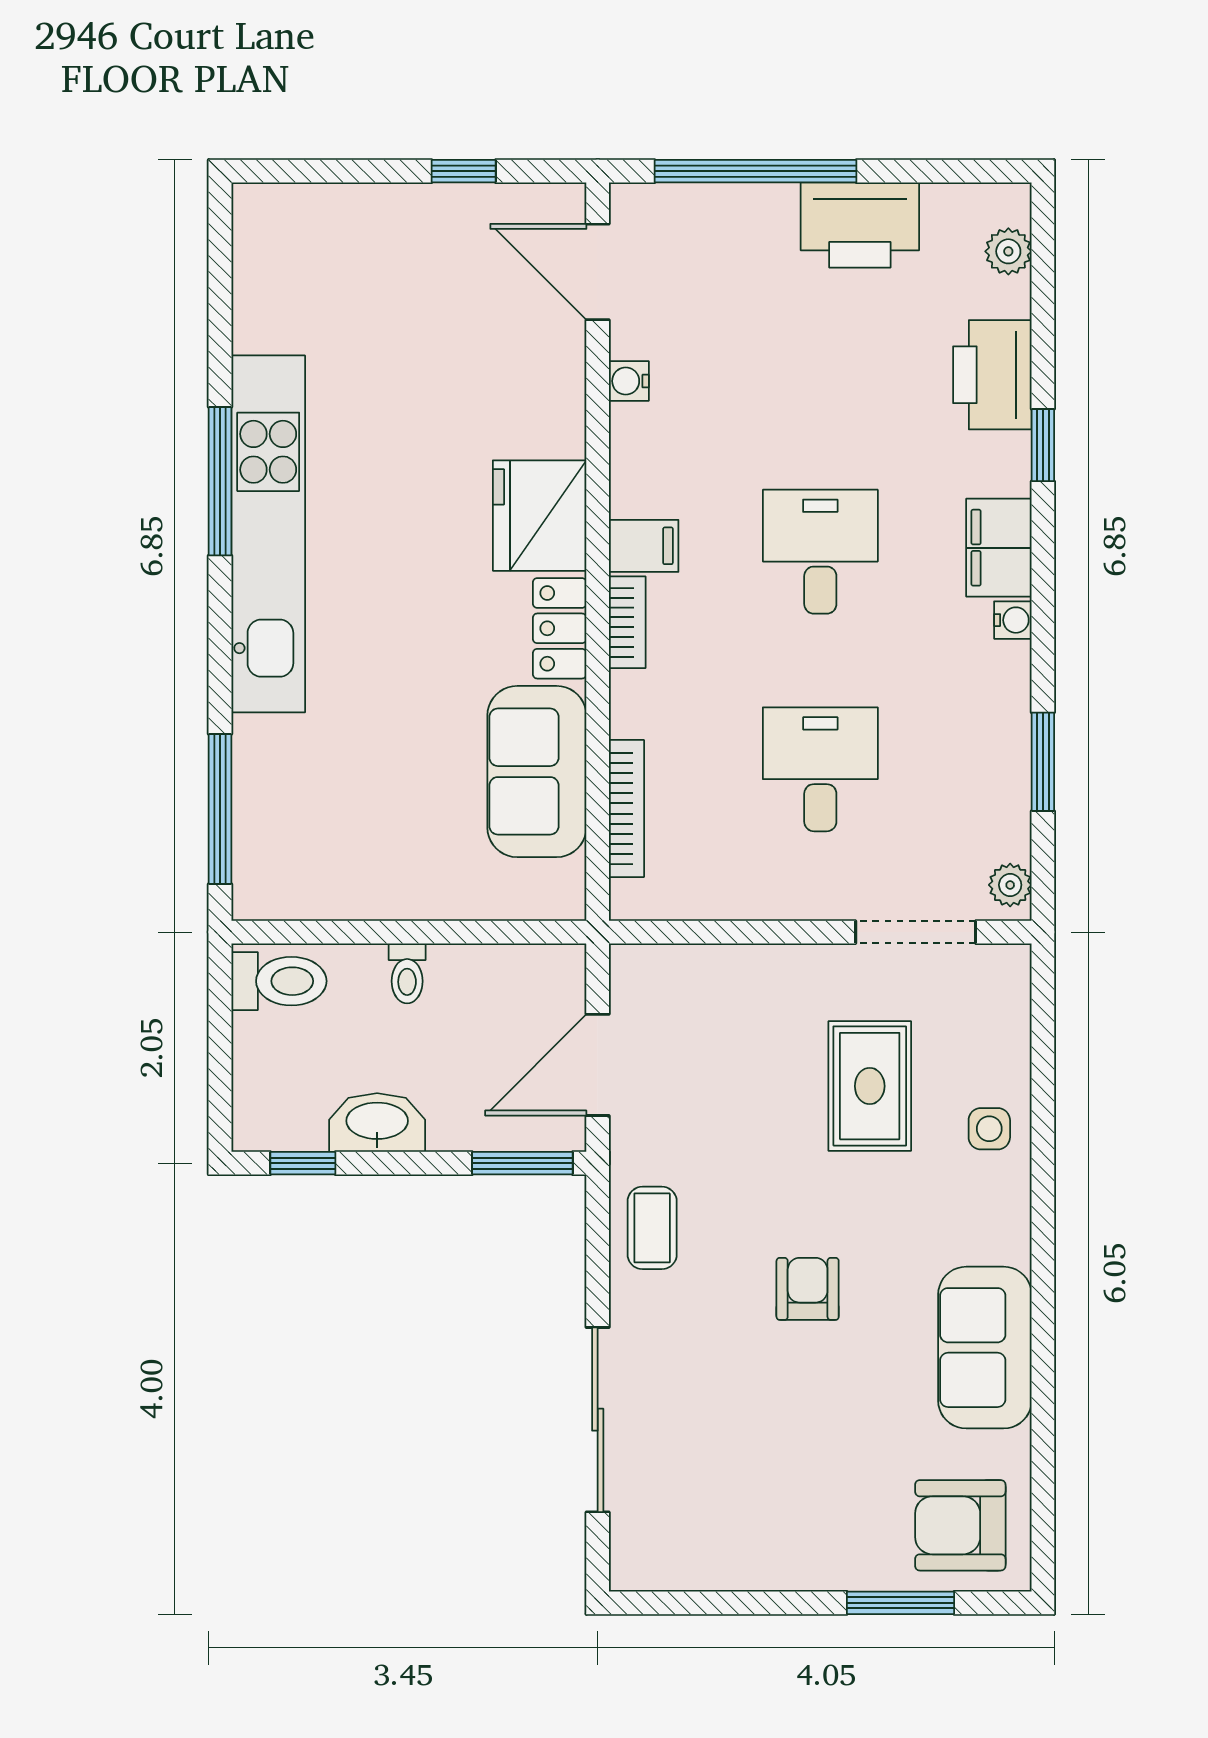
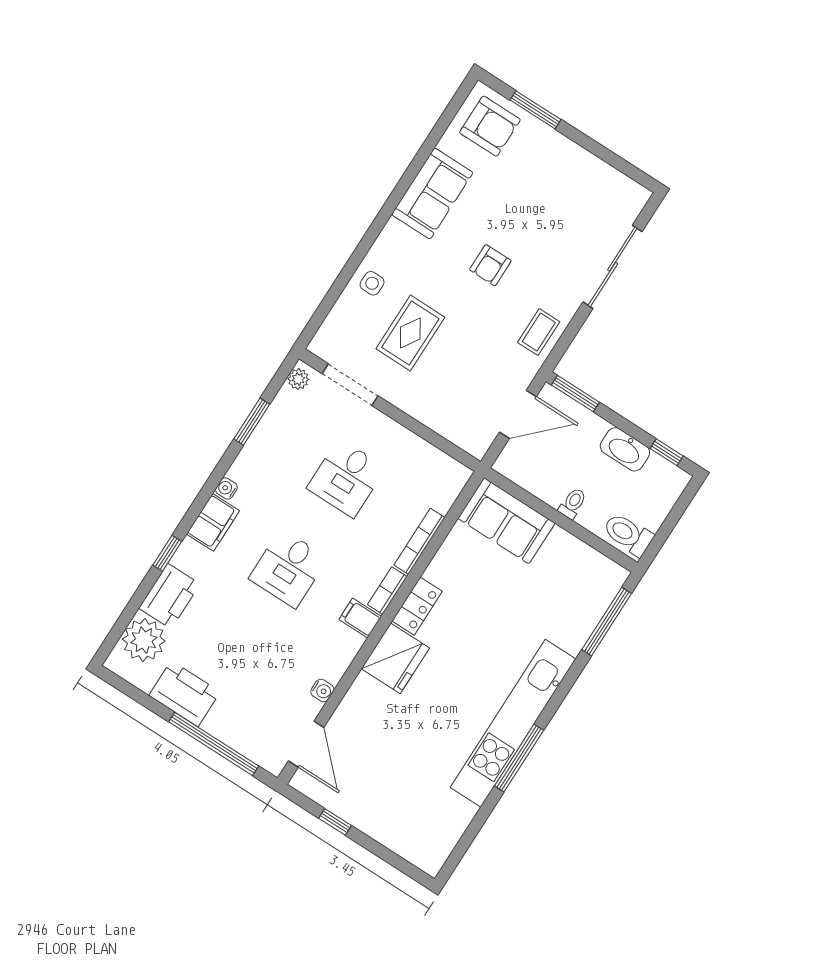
plant: (1008, 251) -> (144, 640), width x1.87, depth x1.87
sofa: (537, 772) -> (506, 521), moved, turned 90
bookcase: (626, 808) -> (419, 541), moved

